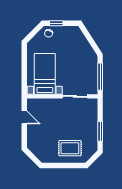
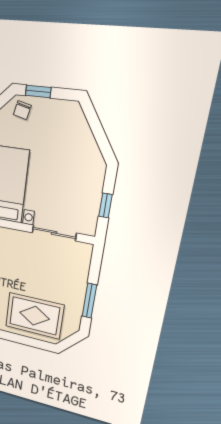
window: (100, 77) -> (105, 205), width x0.46
rug: (70, 148) -> (34, 316), width x1.36, depth x1.43

